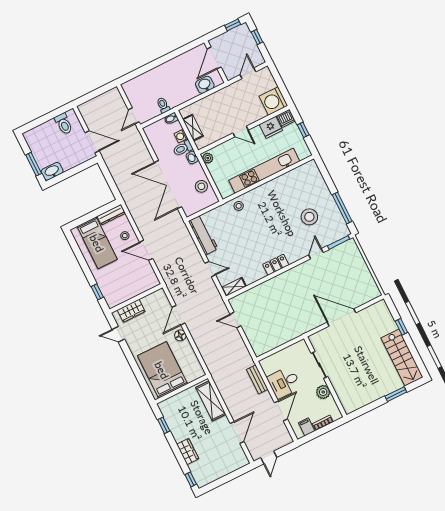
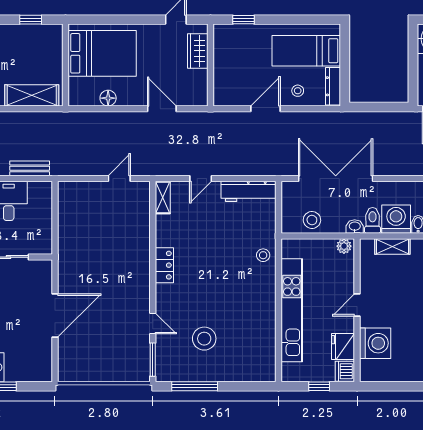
washing machine: (273, 101) -> (375, 343), moved, turned 90
washing machine: (181, 136) -> (396, 219), width x1.89, depth x1.89
floor lamp: (180, 335) -> (108, 98), moved

